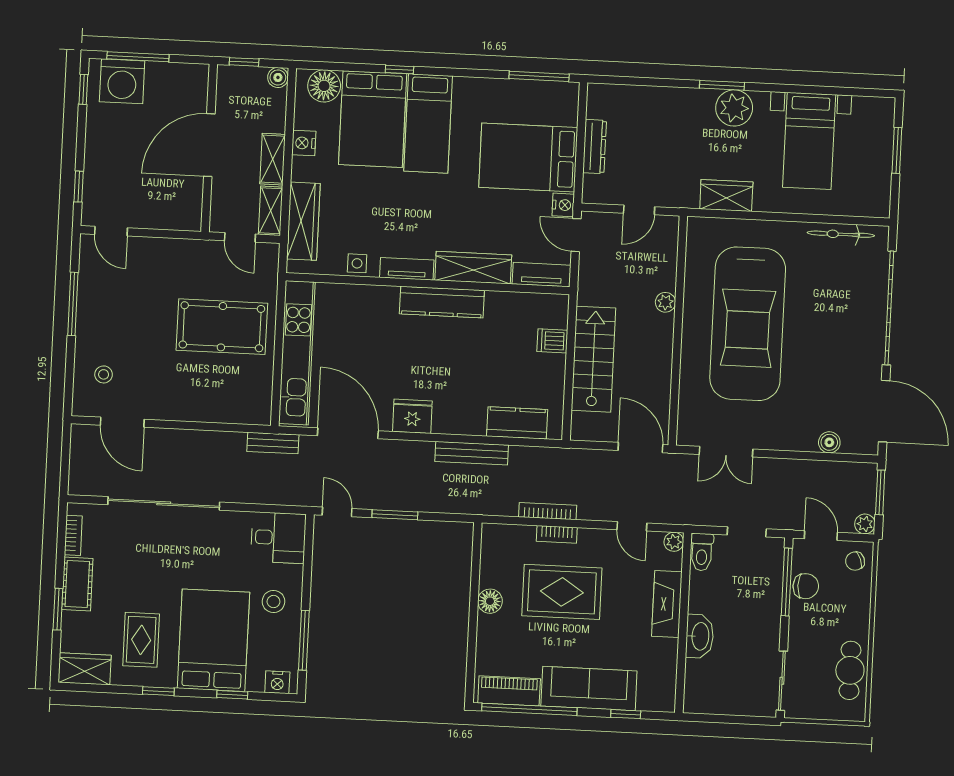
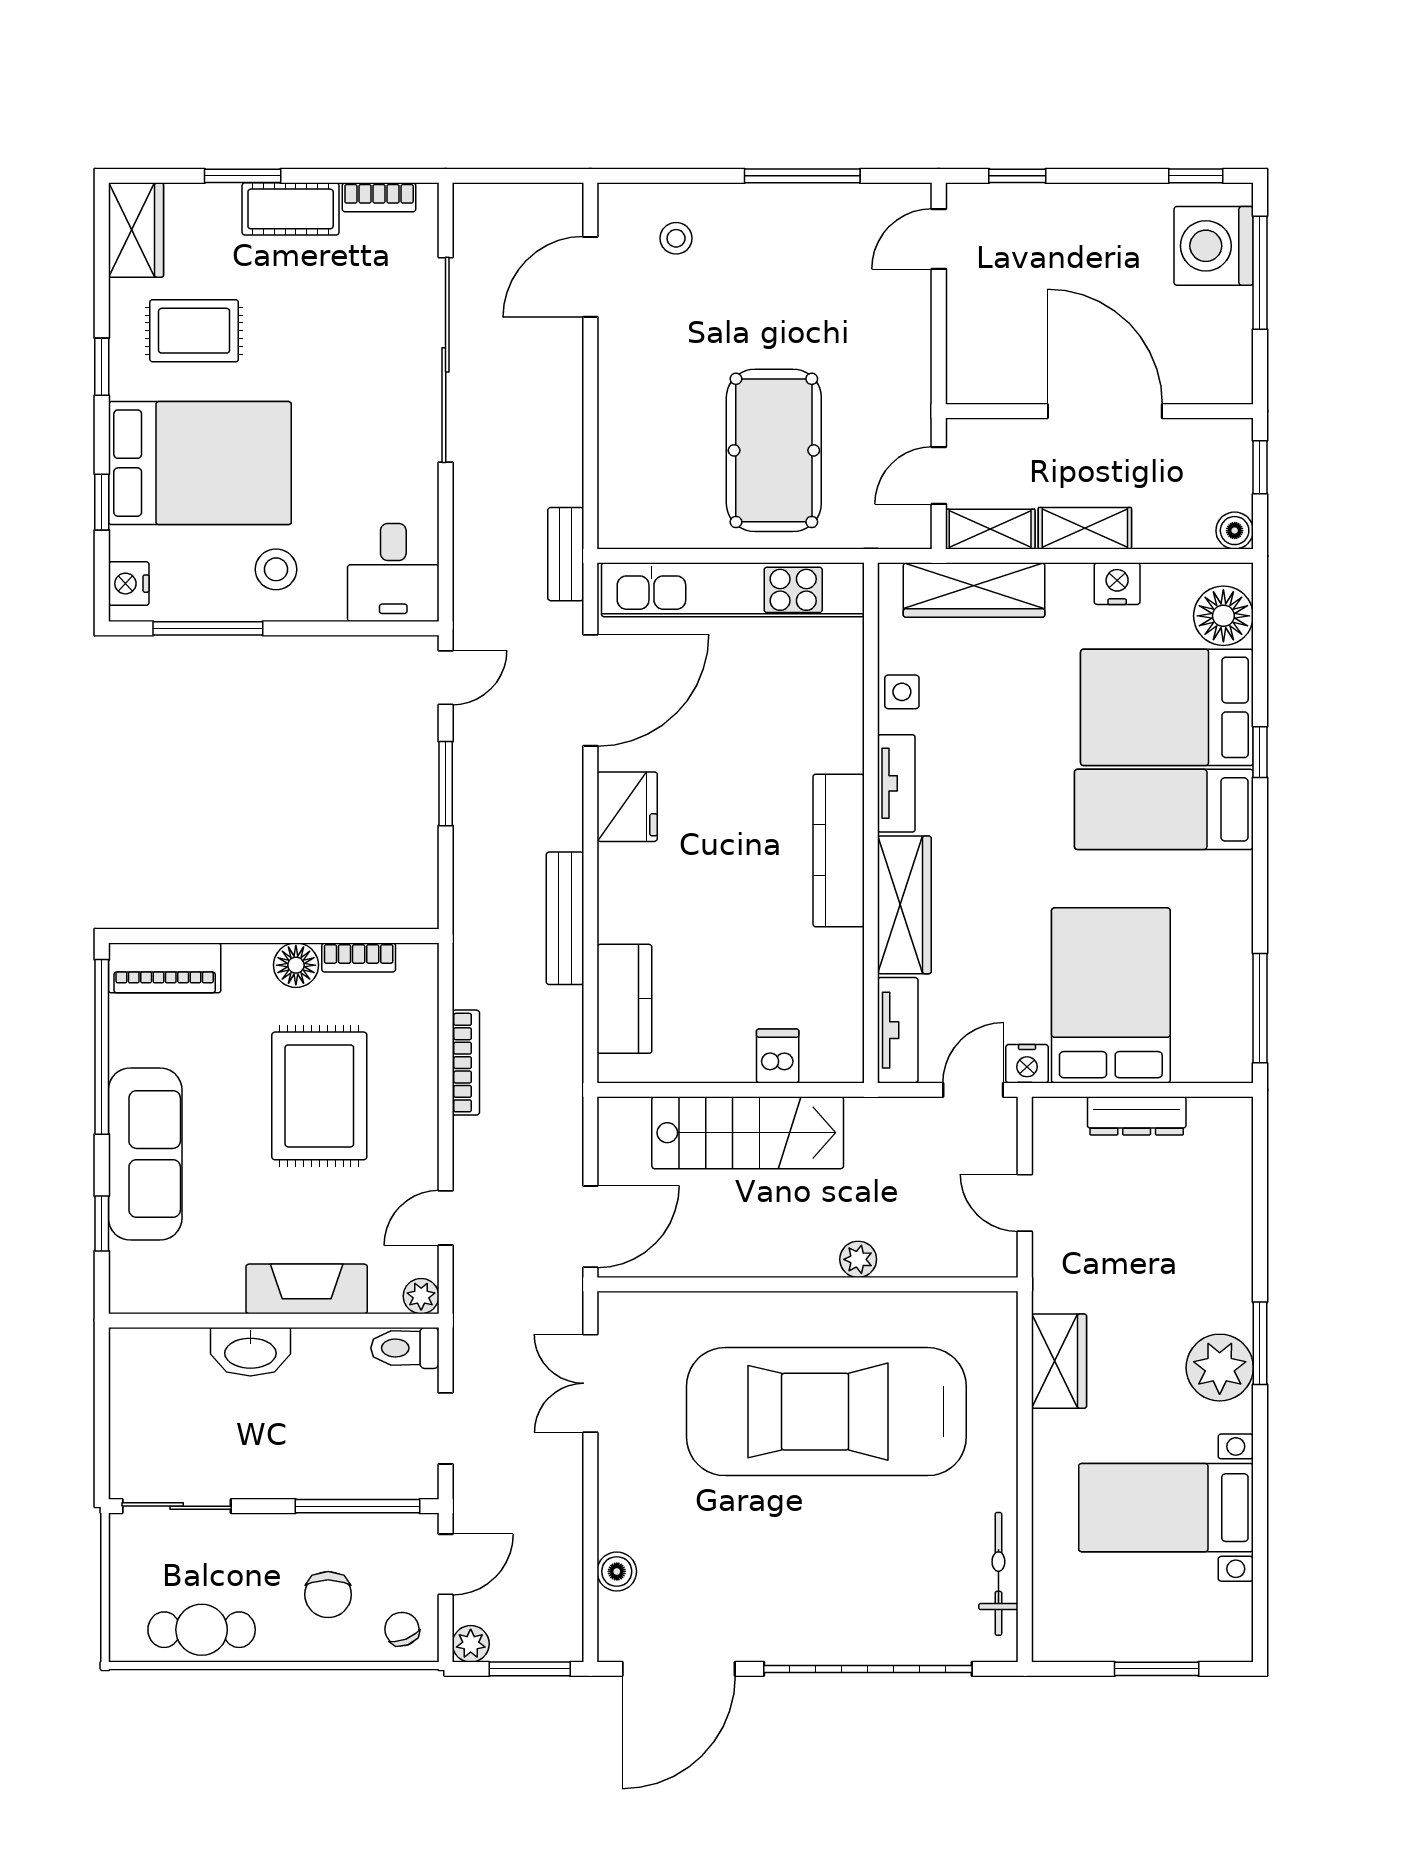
bookcase: (557, 534) -> (359, 957), moved, turned -90
chair: (806, 586) -> (328, 1595), moved
piano: (509, 691) -> (165, 968), moved, turned 90

